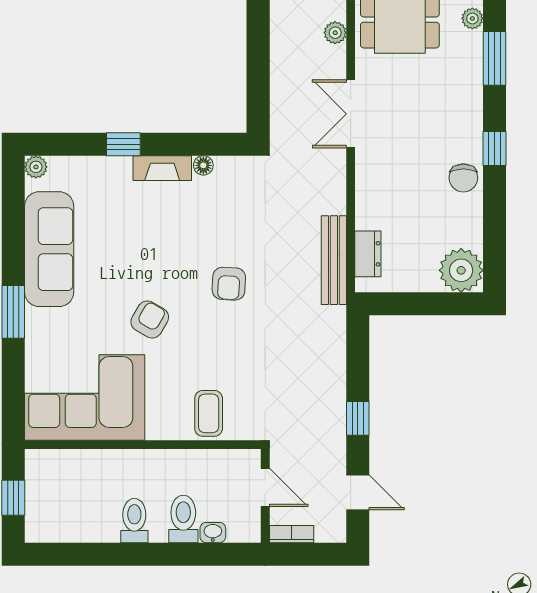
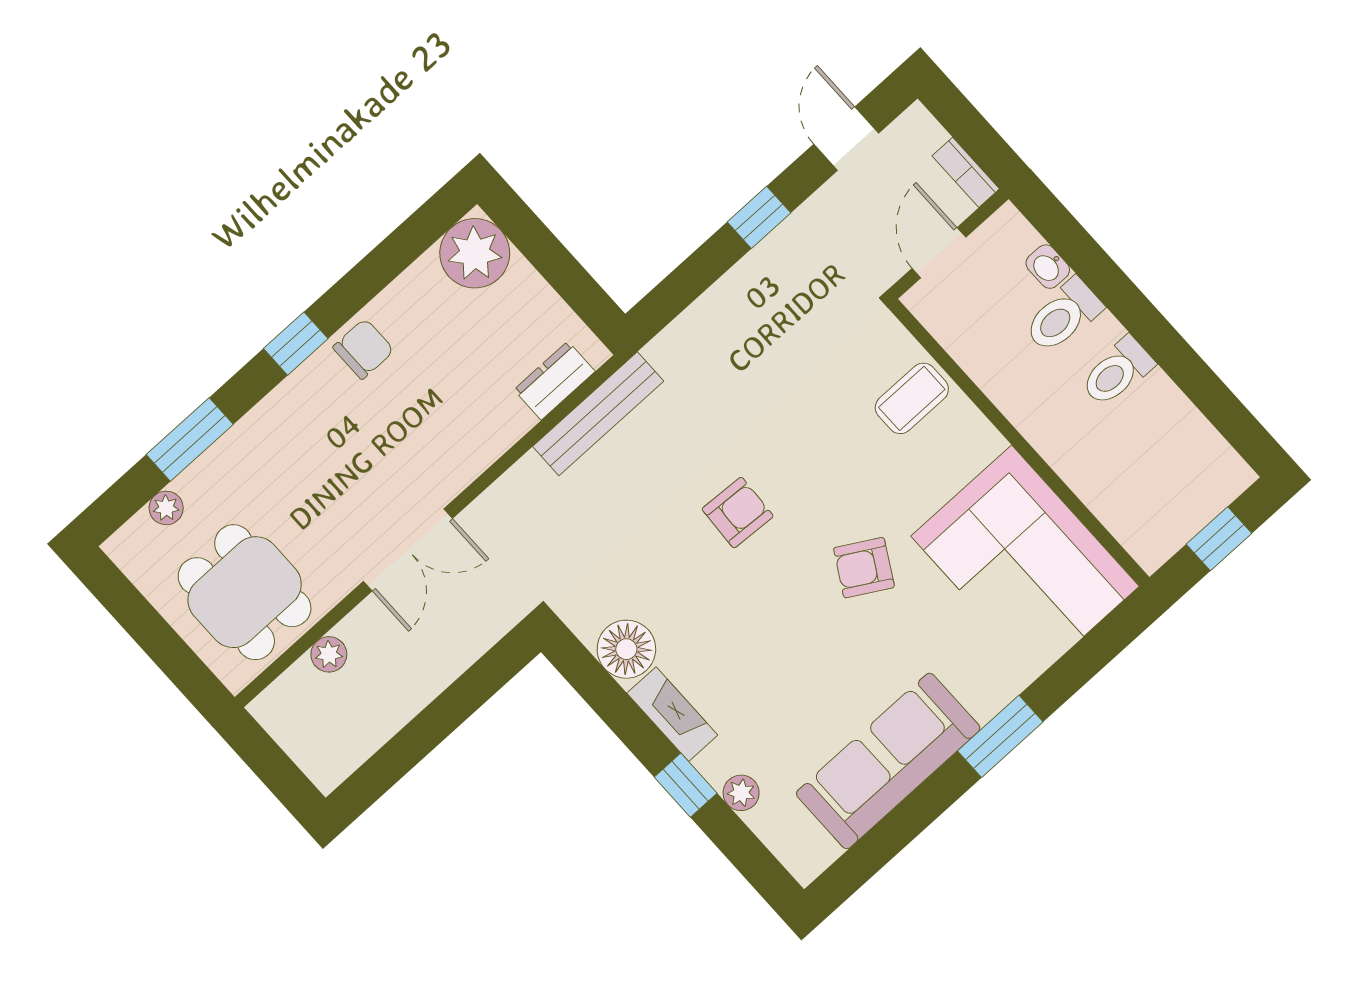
floor lamp: (203, 165) -> (626, 649), width x1.89, depth x1.89
plant: (36, 167) -> (741, 793), moved

